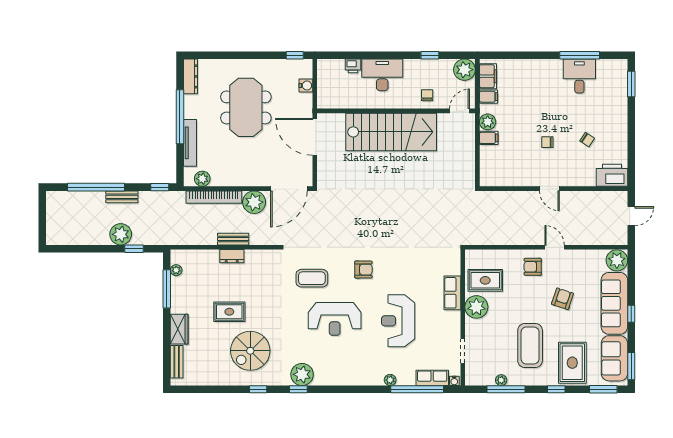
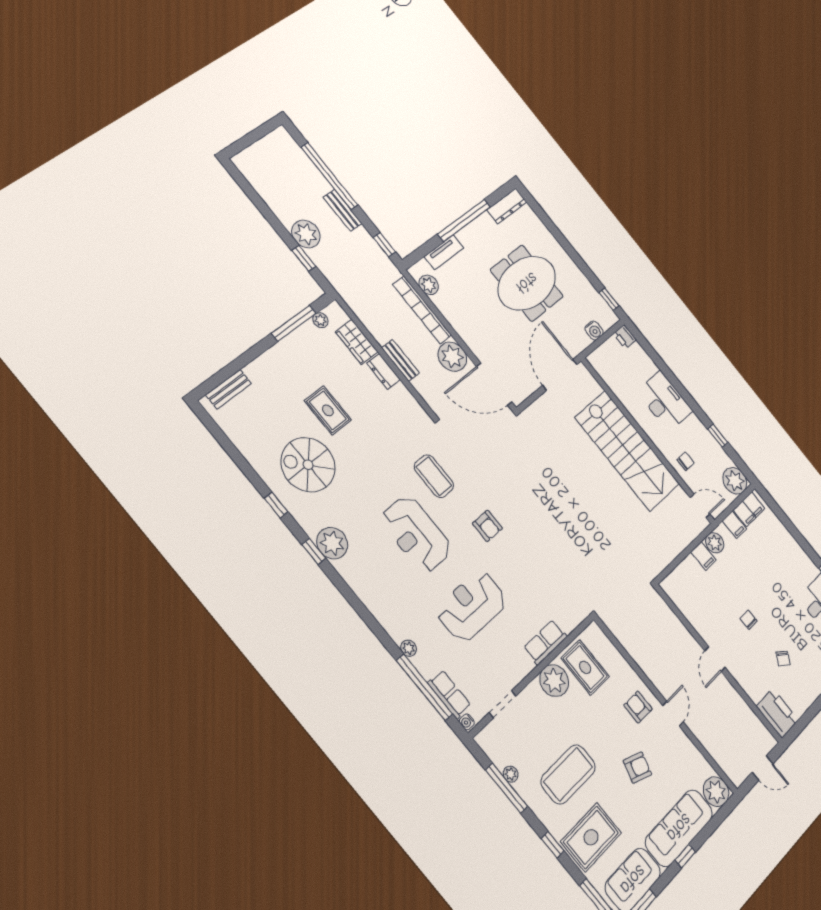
printer: (353, 66) -> (625, 337), moved
tv unit: (190, 143) -> (444, 252), width x0.71
wardrobe: (179, 329) -> (357, 342), moved, turned 90

